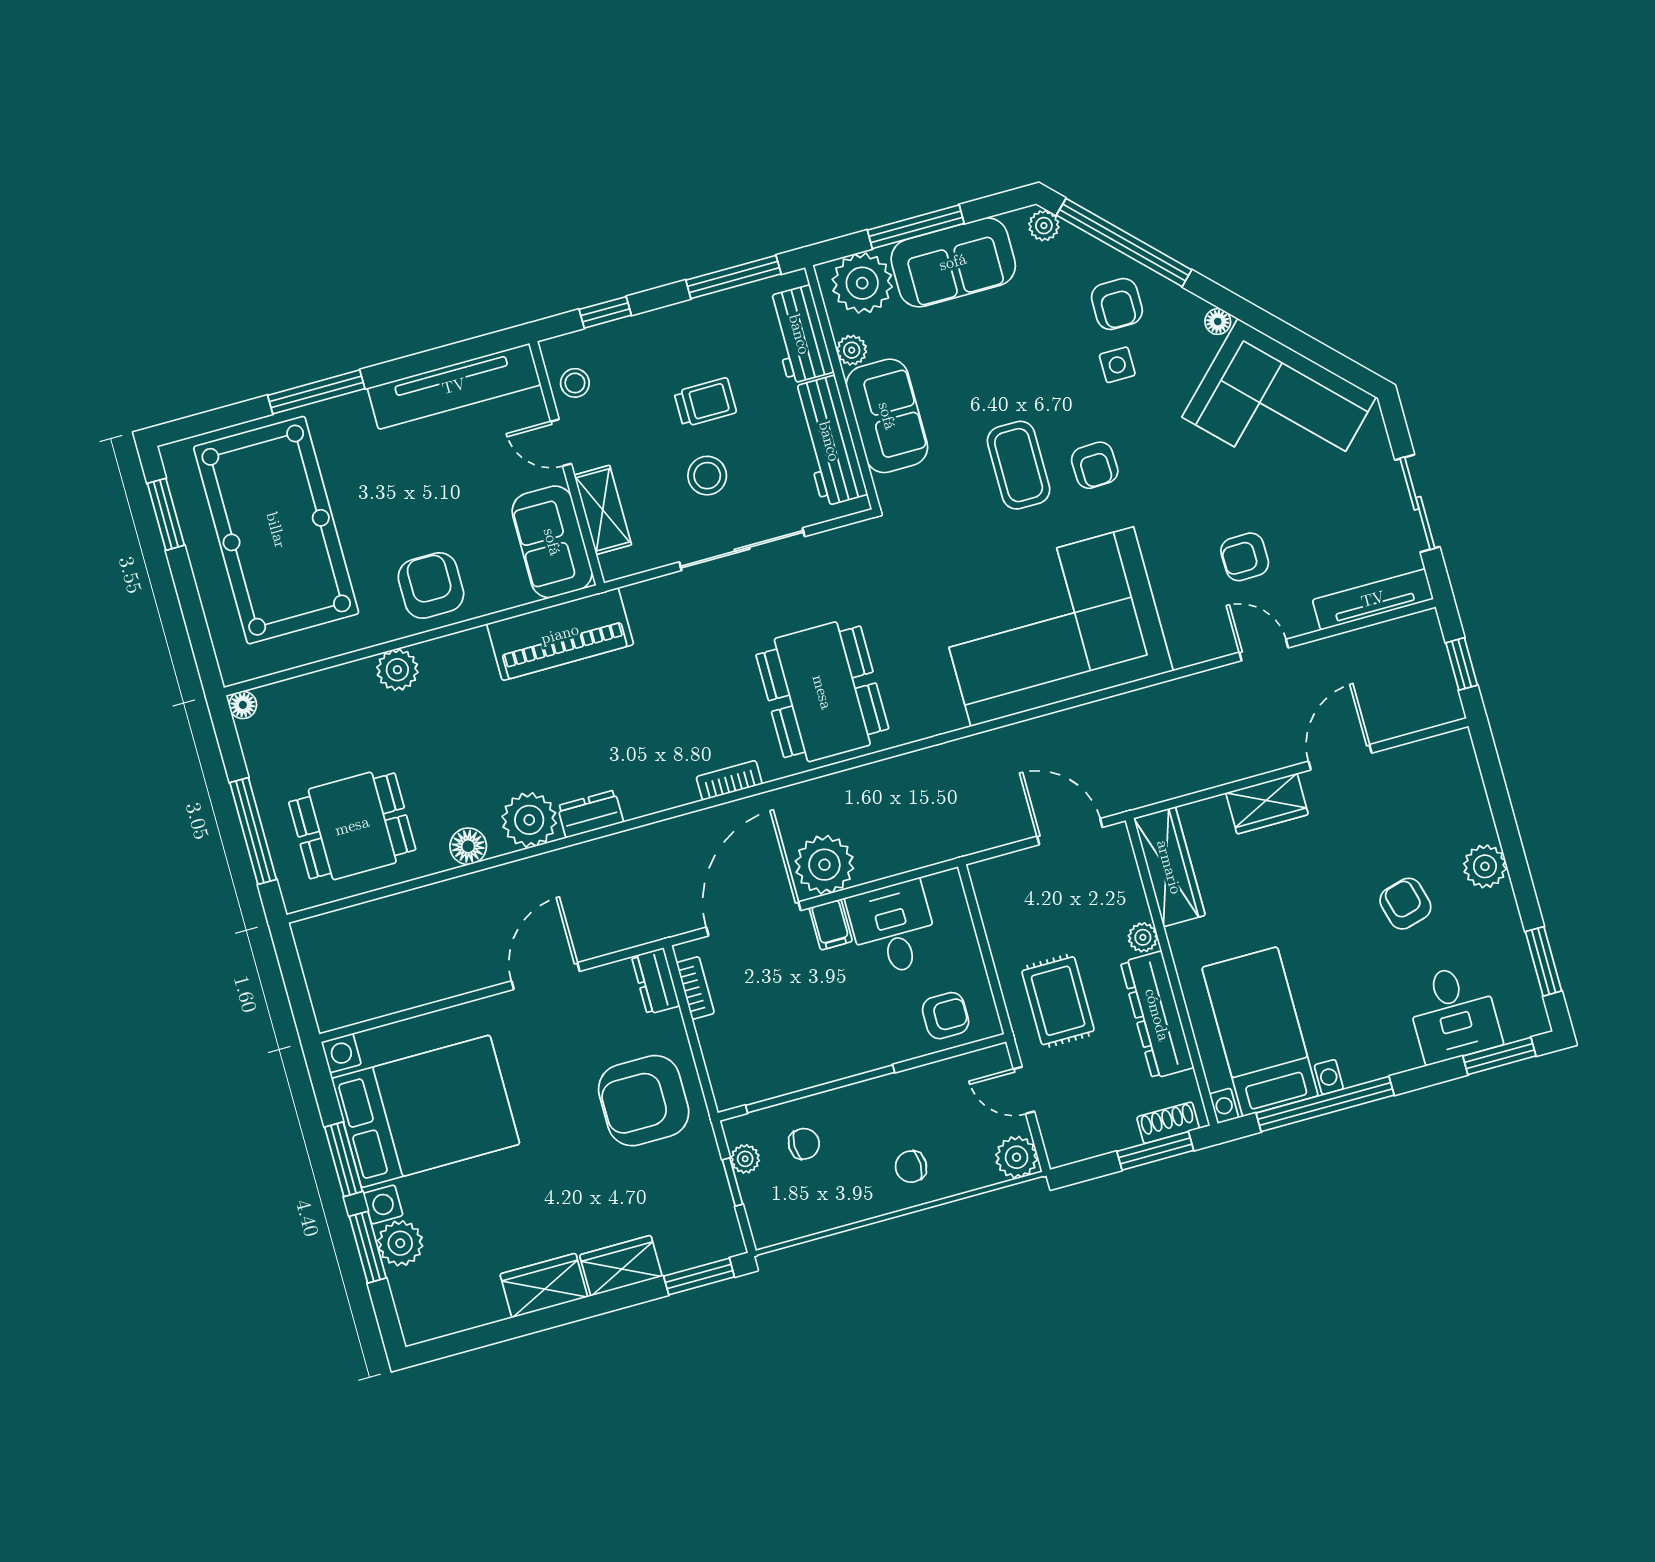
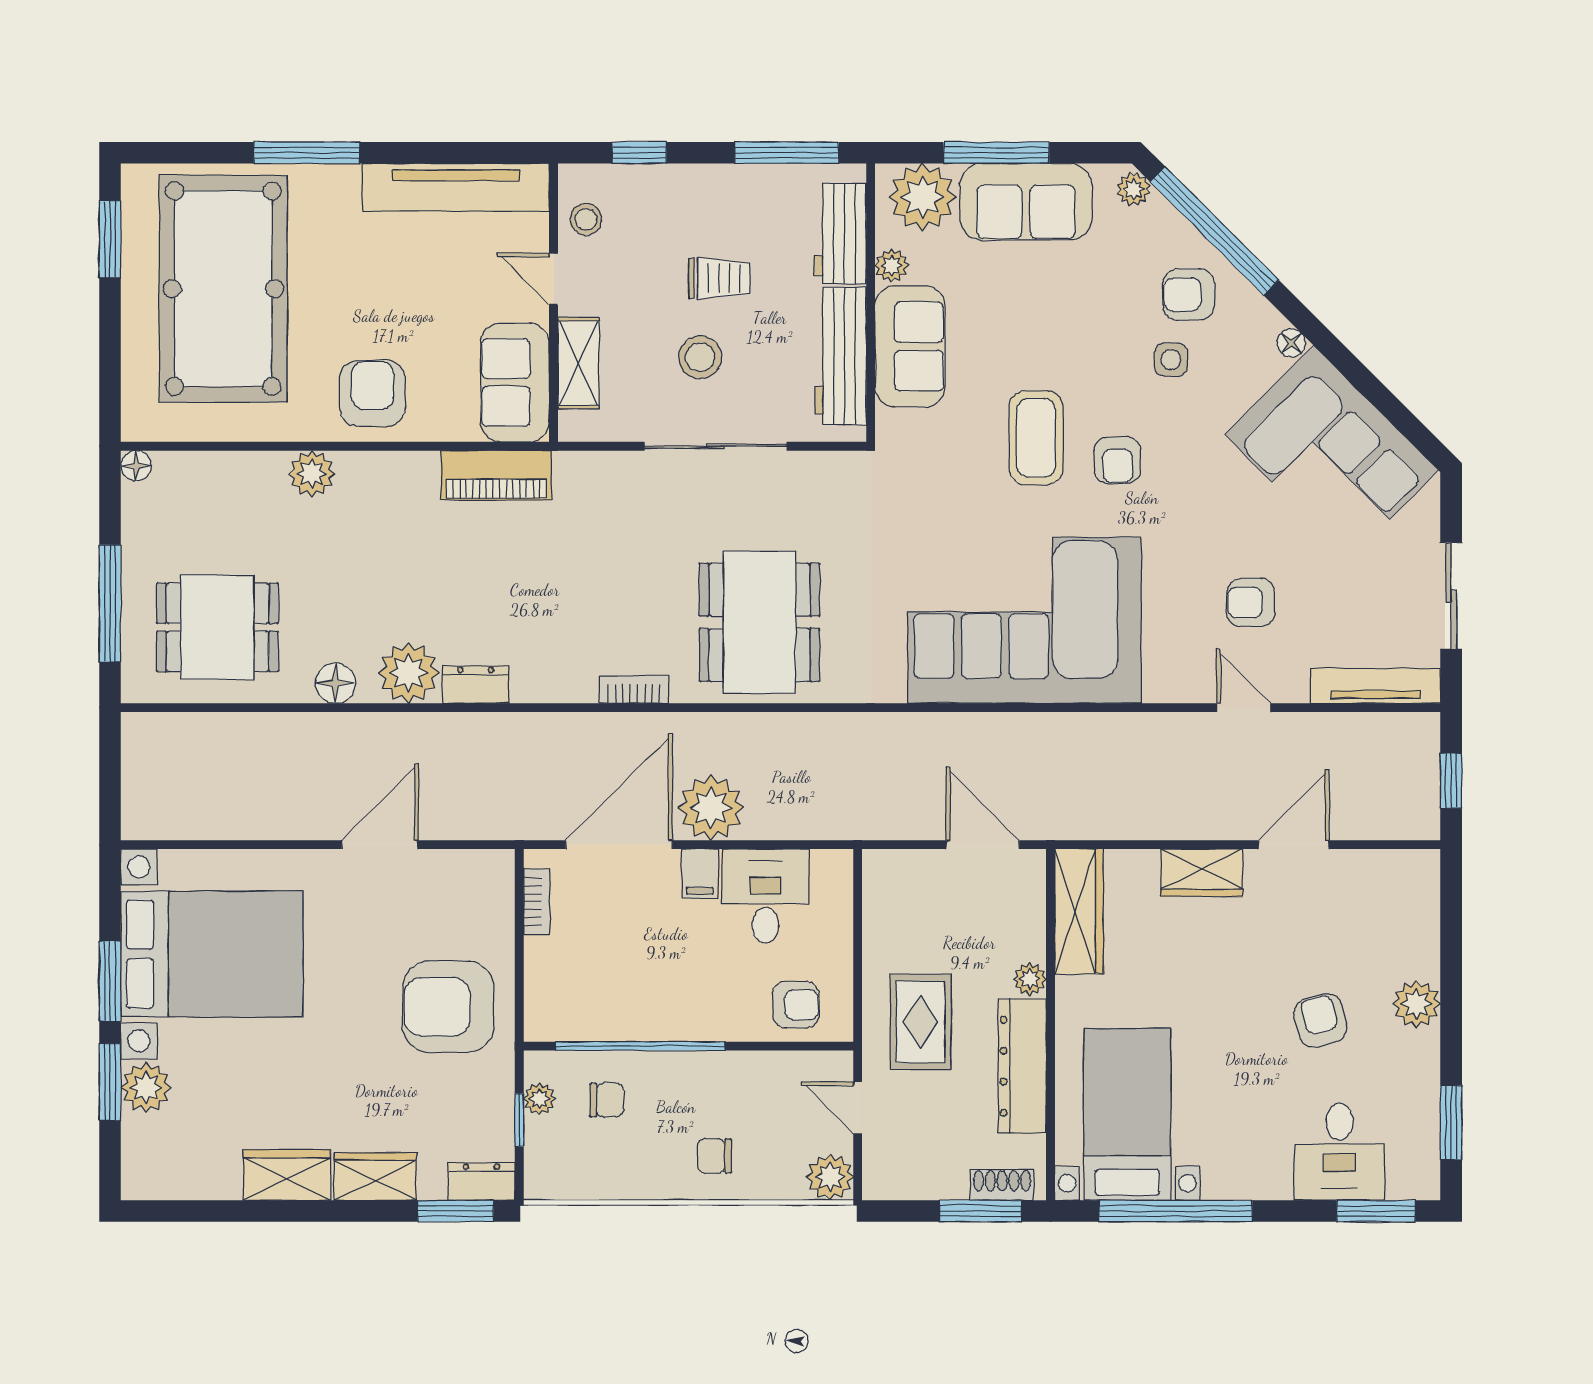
armchair: (1117, 304) -> (1189, 295), turned 90
piano: (560, 634) -> (496, 475), width x0.73, depth x0.75
dresser: (656, 981) -> (481, 1181), moved, turned 90

